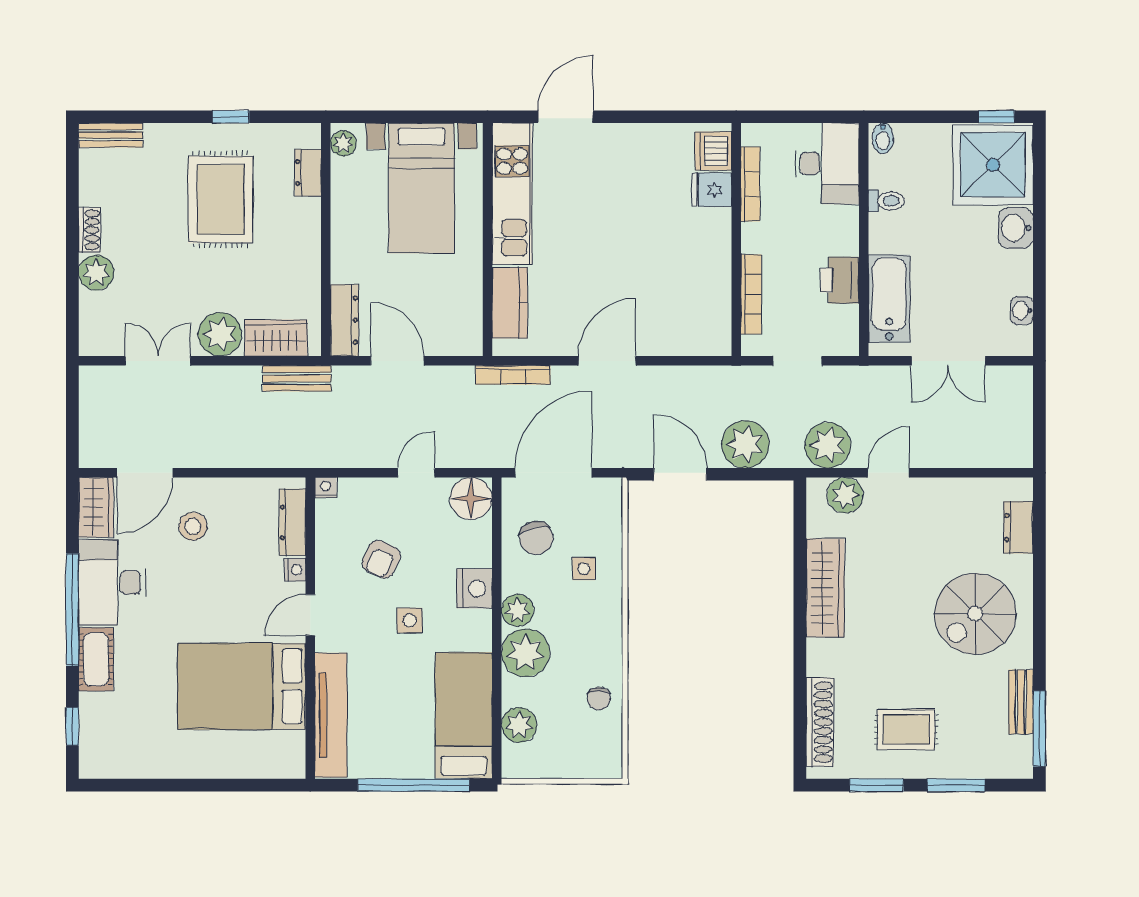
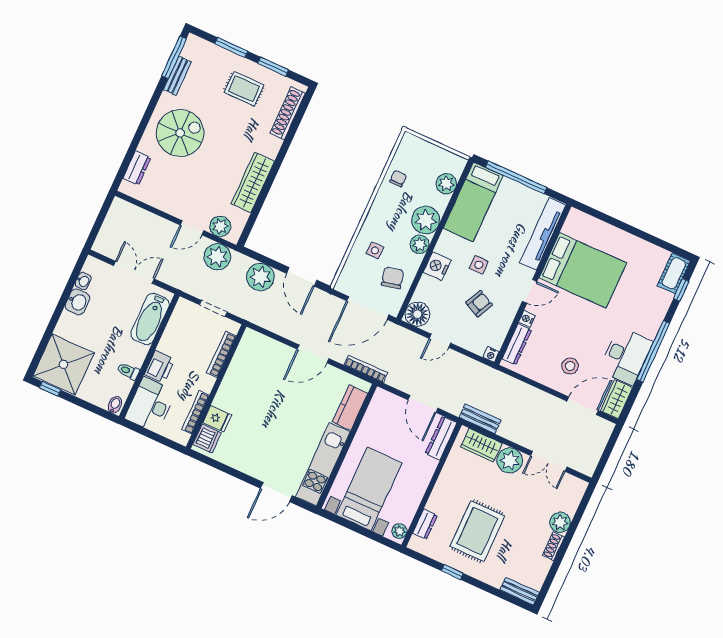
washbasin: (1016, 228) -> (78, 302), moved
printer: (840, 280) -> (159, 367), moved
cot: (96, 659) -> (674, 273), moved

